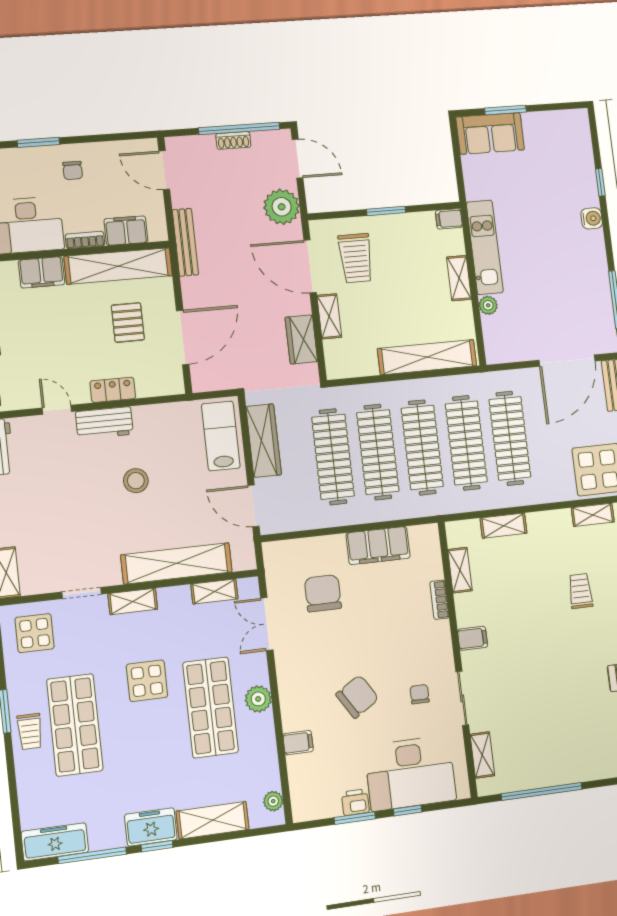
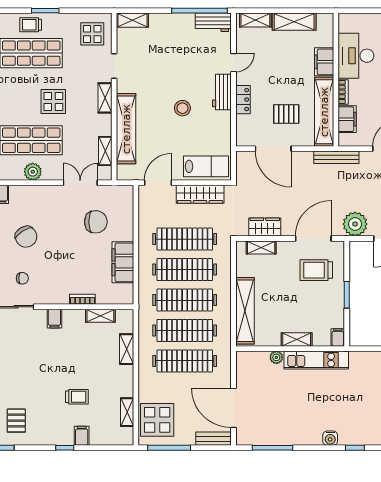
shelving: (329, 316) -> (261, 248), moved

